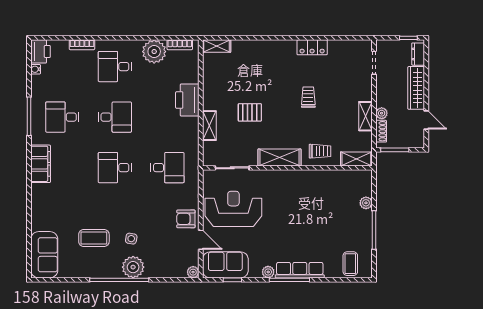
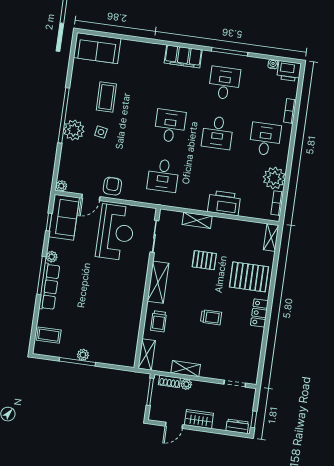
locker: (312, 47) -> (259, 313), moved
pallet: (261, 63) -> (249, 277), added
wardrobe: (416, 88) -> (199, 419), width x0.67
pallet: (250, 112) -> (204, 260), turned 90
plant: (366, 203) -> (83, 355), moved

